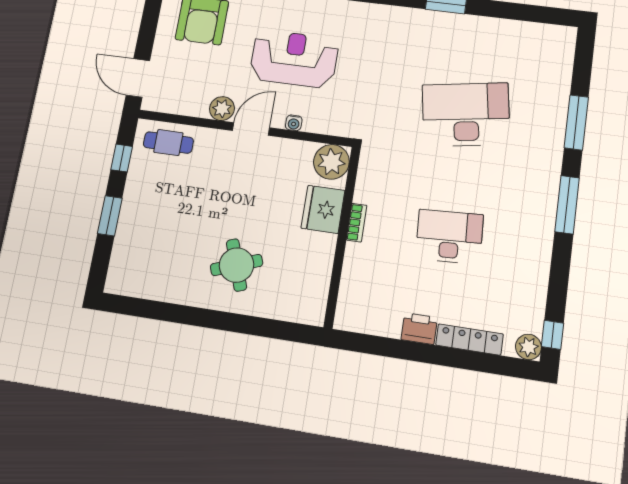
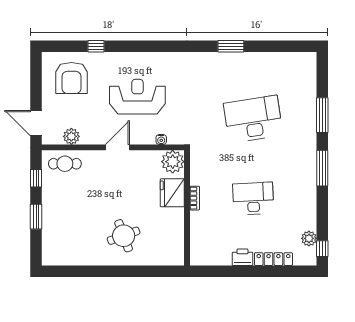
plant: (222, 109) -> (71, 136), moved
water cooler: (294, 123) -> (161, 140), moved
plant: (528, 347) -> (309, 238), moved

